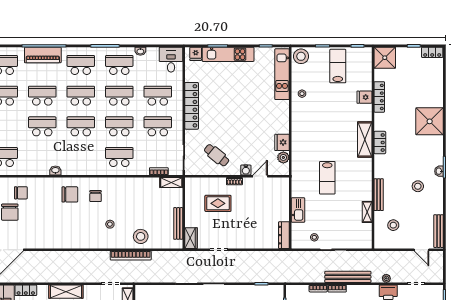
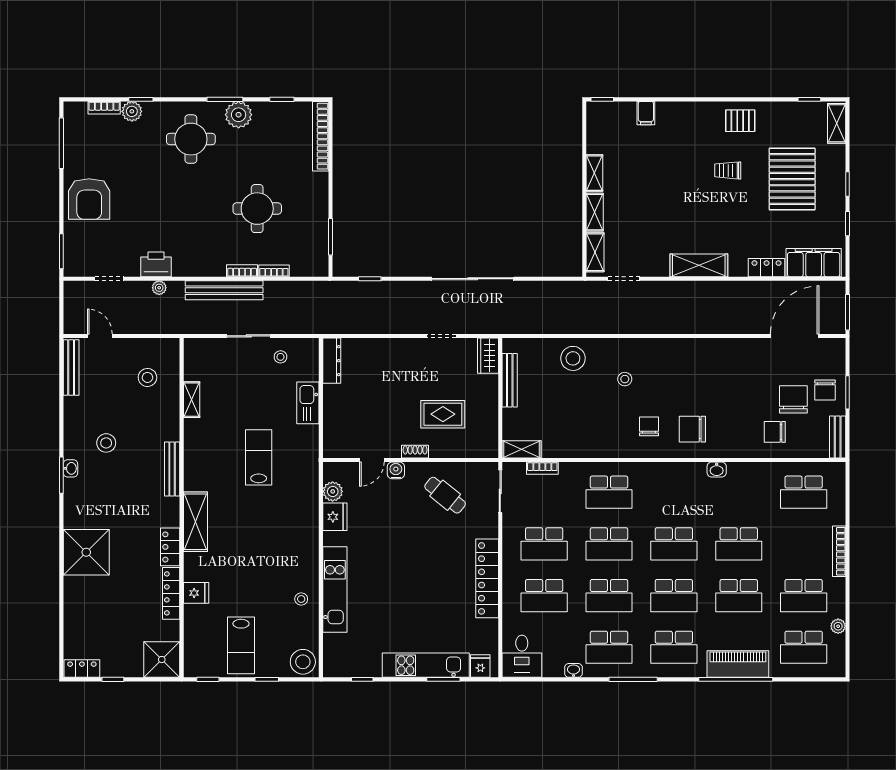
kitchen unit: (282, 74) -> (335, 590), moved
locker: (380, 143) -> (170, 547), moved
bench: (379, 195) -> (172, 469), moved
bookcase: (131, 256) -> (590, 326), removed

